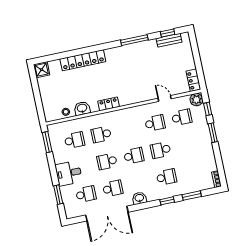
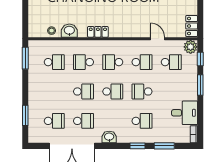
school desk: (128, 129) -> (113, 62), added
school desk: (107, 161) -> (83, 91), turned 180
desk: (69, 173) -> (184, 113), moved, turned 180

